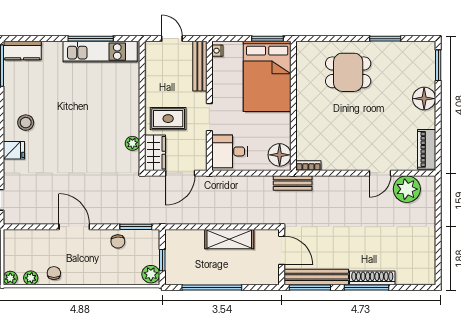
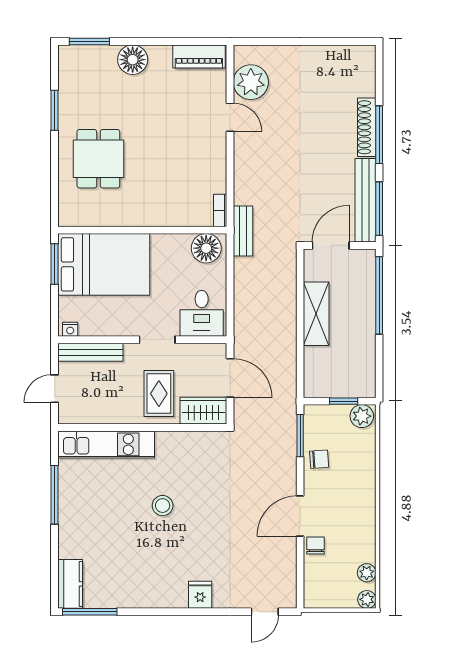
kitchen unit: (100, 52) -> (106, 444), moved, turned 90
stool: (26, 123) -> (163, 506), moved
plant: (132, 143) -> (191, 440), removed
chair: (54, 273) -> (315, 545), moved, turned 90
window: (212, 287) -> (379, 295), moved

